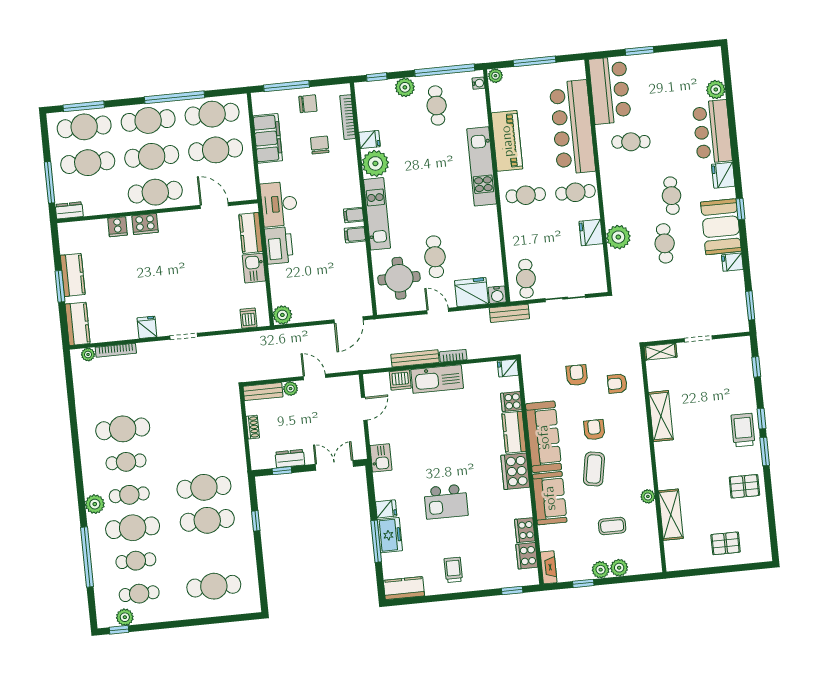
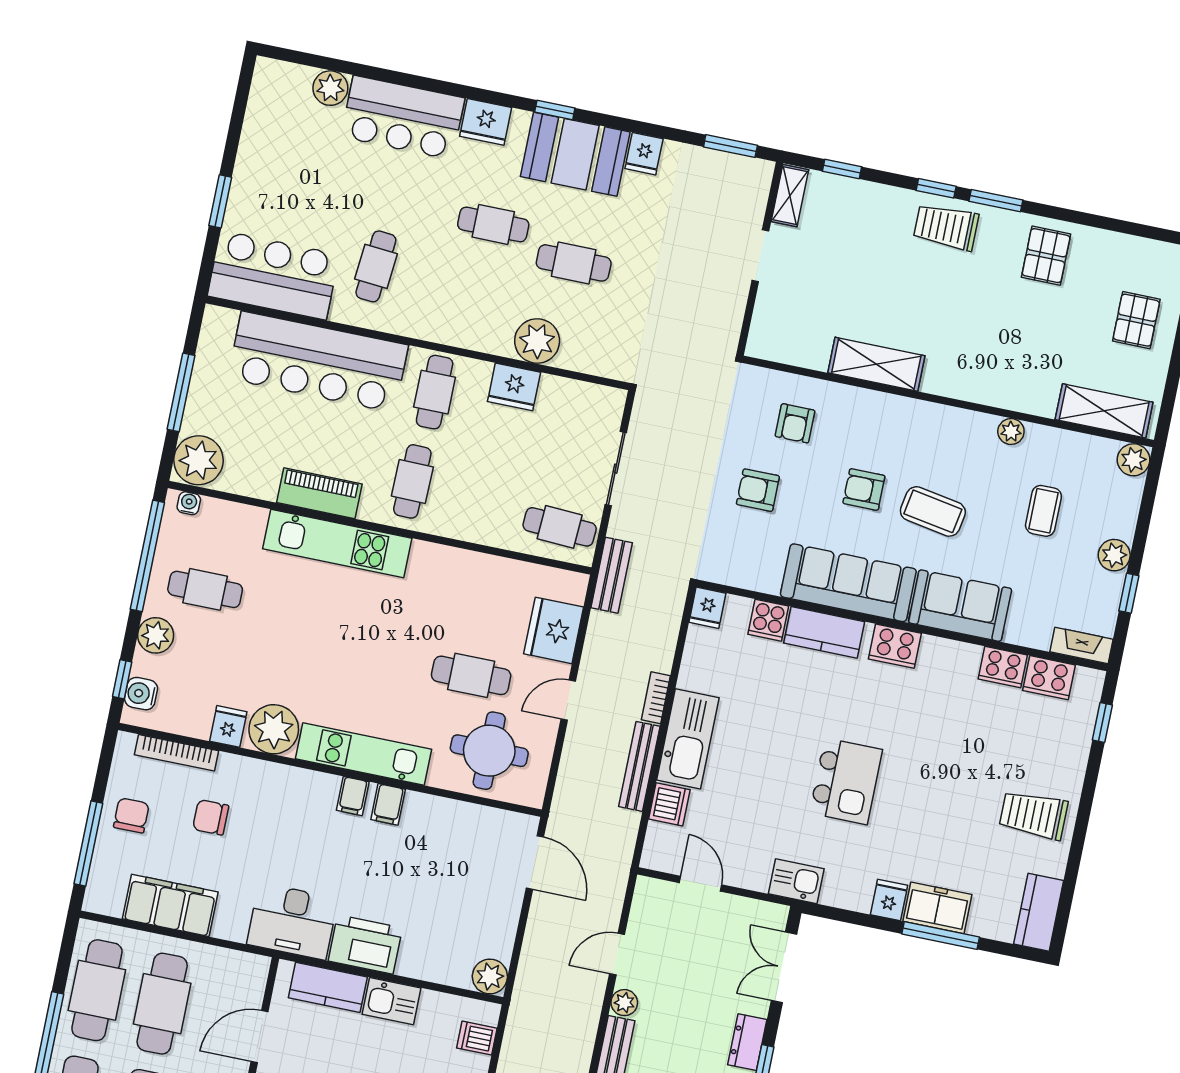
plant: (495, 76) -> (198, 460), width x1.87, depth x1.87
piano: (507, 141) -> (319, 493), width x0.73, depth x0.75
water cooler: (497, 295) -> (141, 694), moved, turned 180
shelving: (660, 352) -> (790, 196), moved
cooker: (515, 471) -> (895, 646), width x0.73, depth x0.76
kitchen island: (446, 502) -> (846, 781), moved
shelving: (671, 515) -> (1104, 411), moved
plant: (619, 568) -> (1134, 460), moved
trolley: (453, 570) -> (1034, 815), width x1.36, depth x1.39

